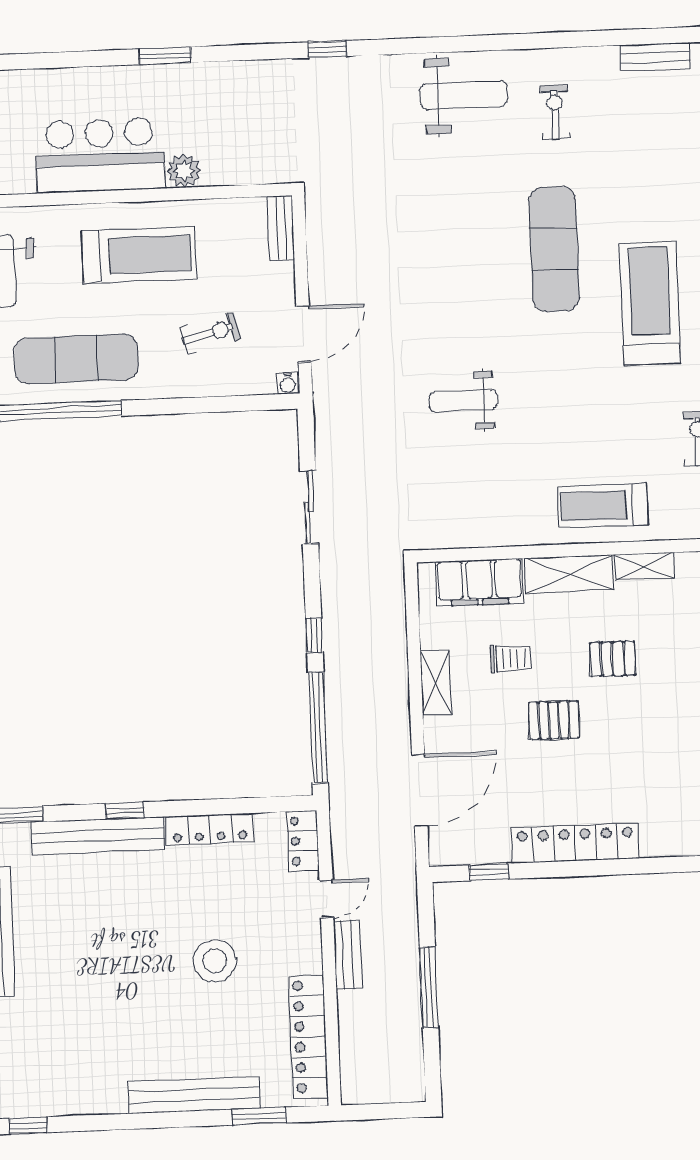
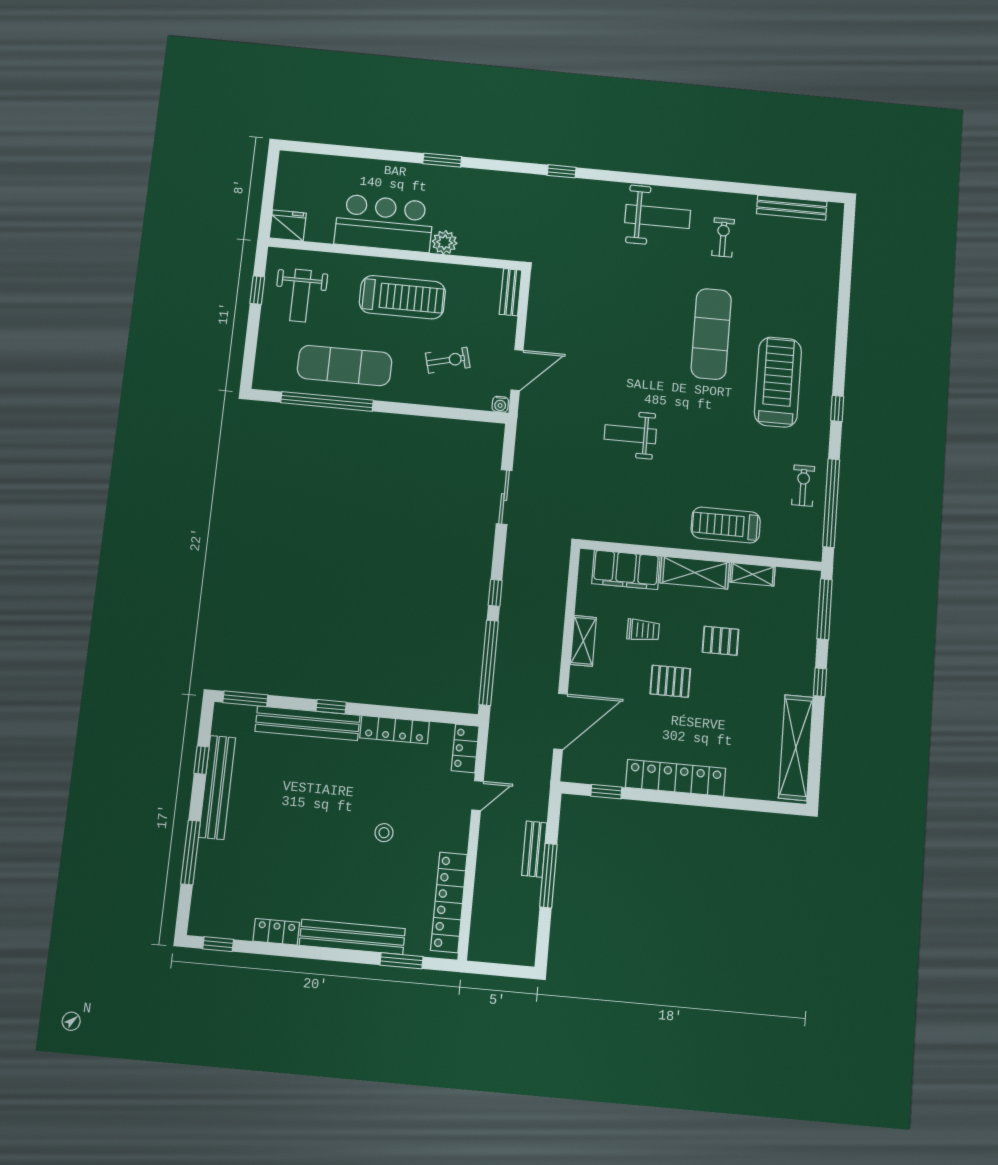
bench: (655, 57) -> (792, 208), width x1.36
bench: (348, 955) -> (534, 849), moved
stool: (215, 961) -> (384, 833), width x0.53, depth x0.53
locker: (98, 1101) -> (276, 932), added

